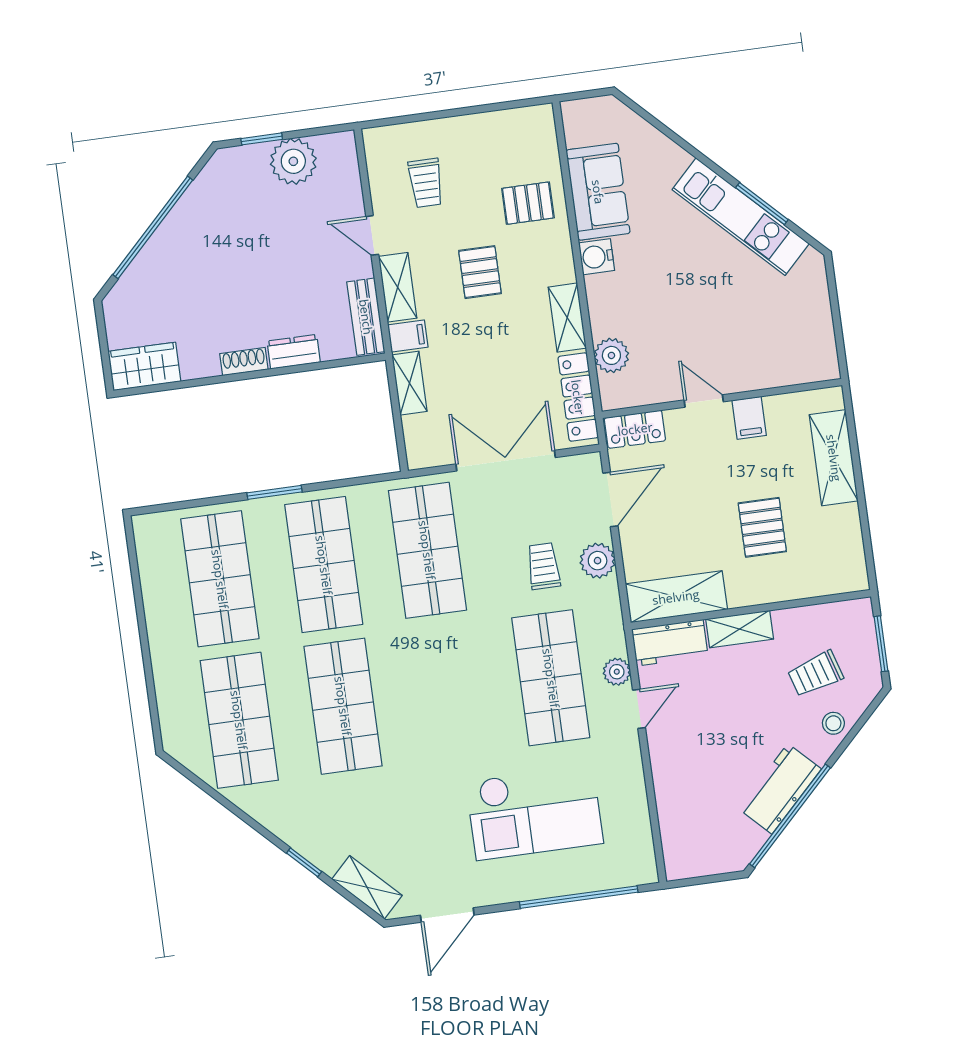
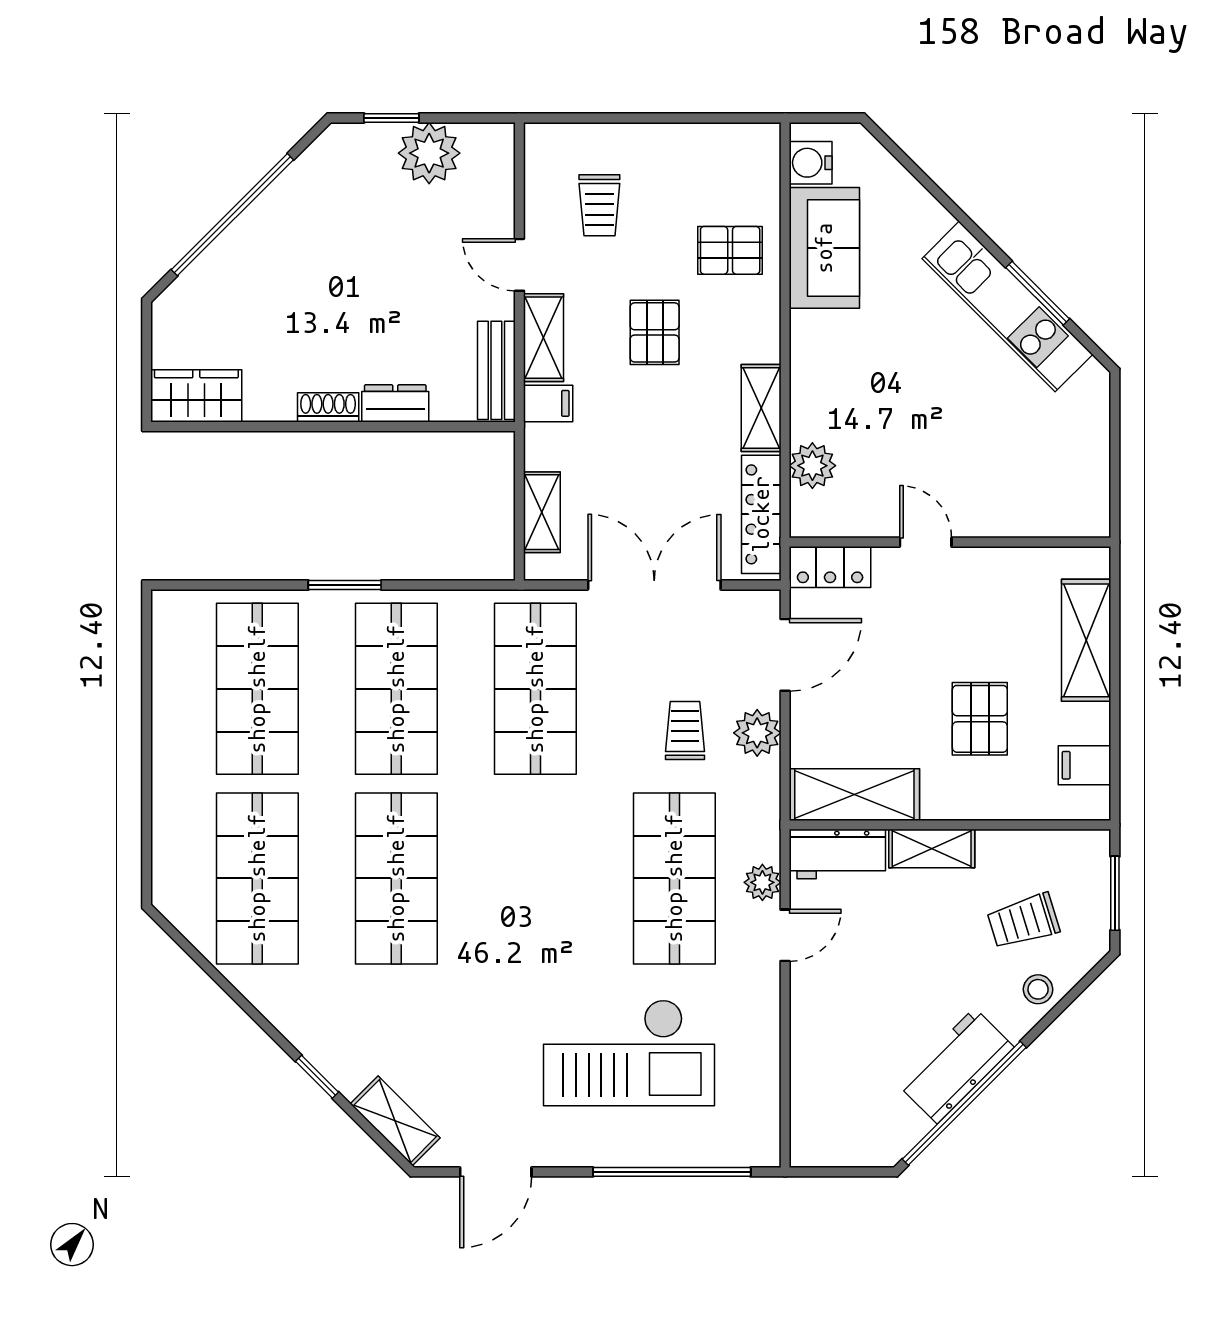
water cooler: (597, 257) -> (811, 163), moved
shelving: (409, 383) -> (542, 512), moved
filing cabinet: (749, 418) -> (1084, 765), moved, turned 90

